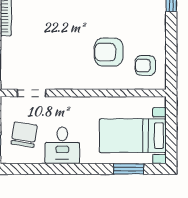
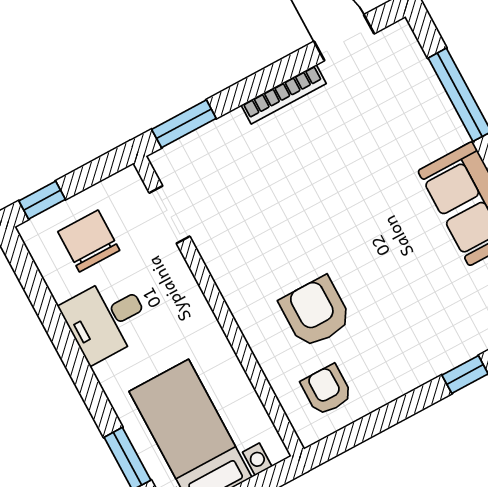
chair: (24, 135) -> (89, 241), turned -99

